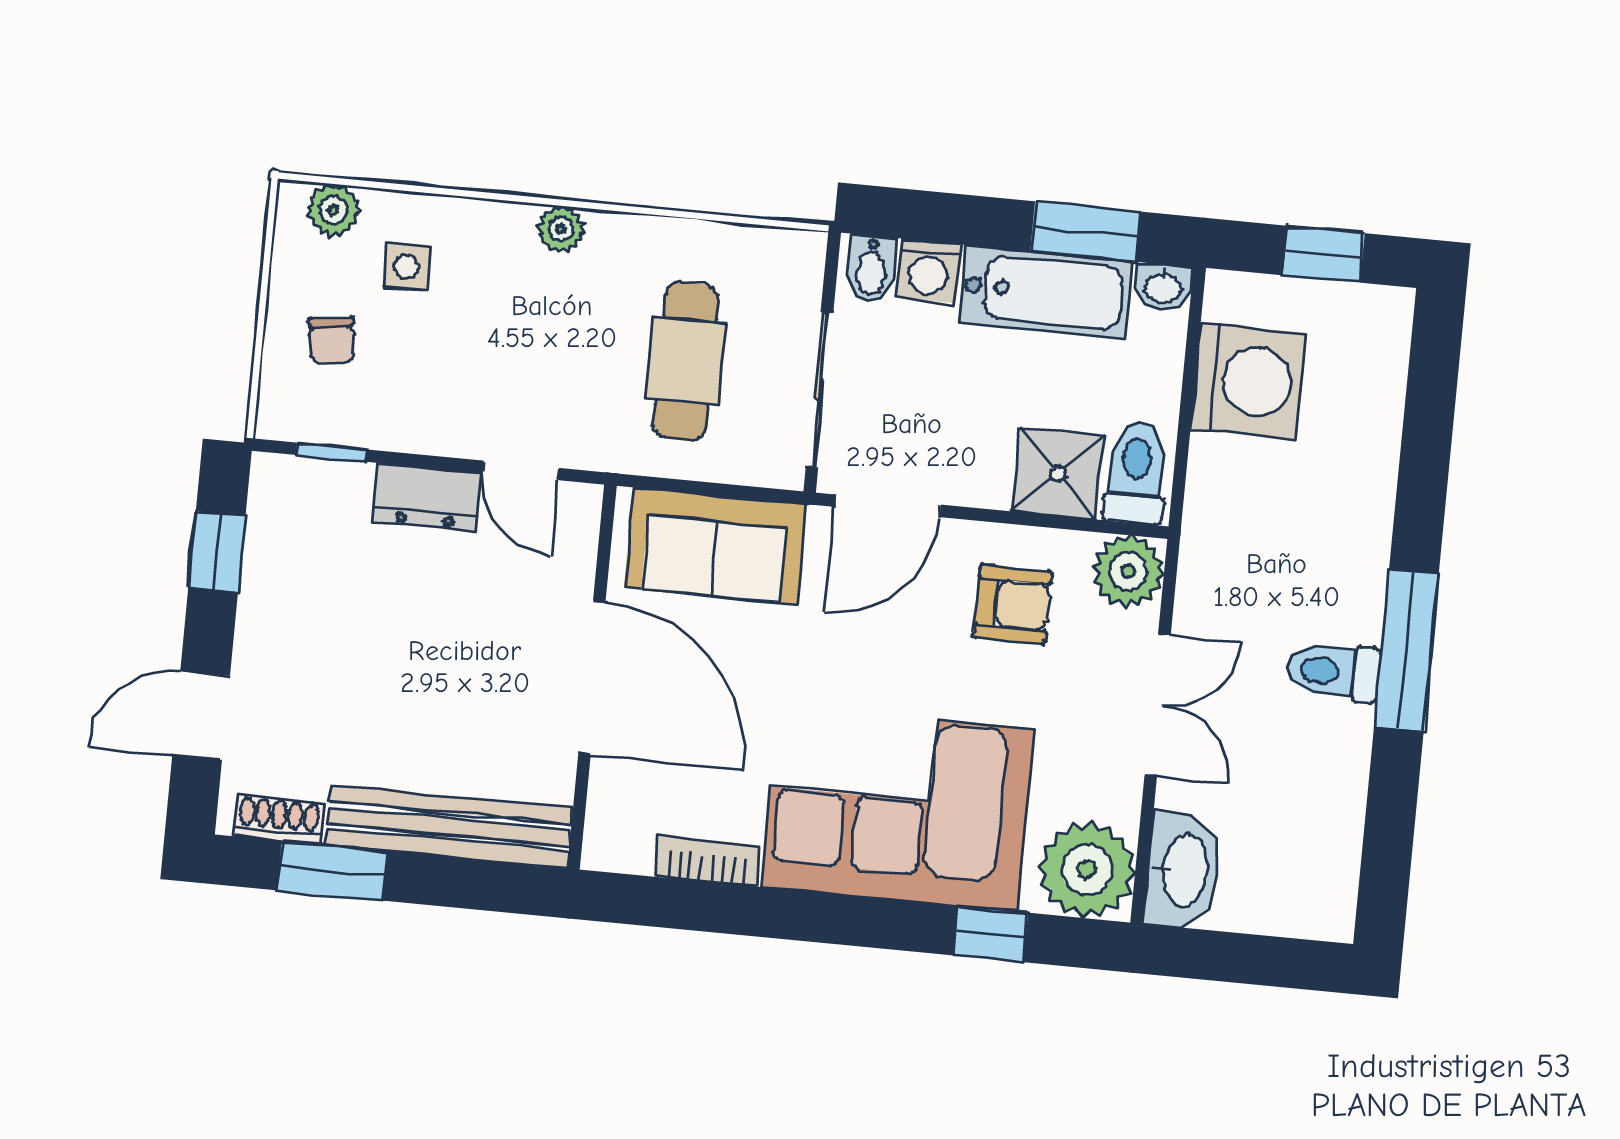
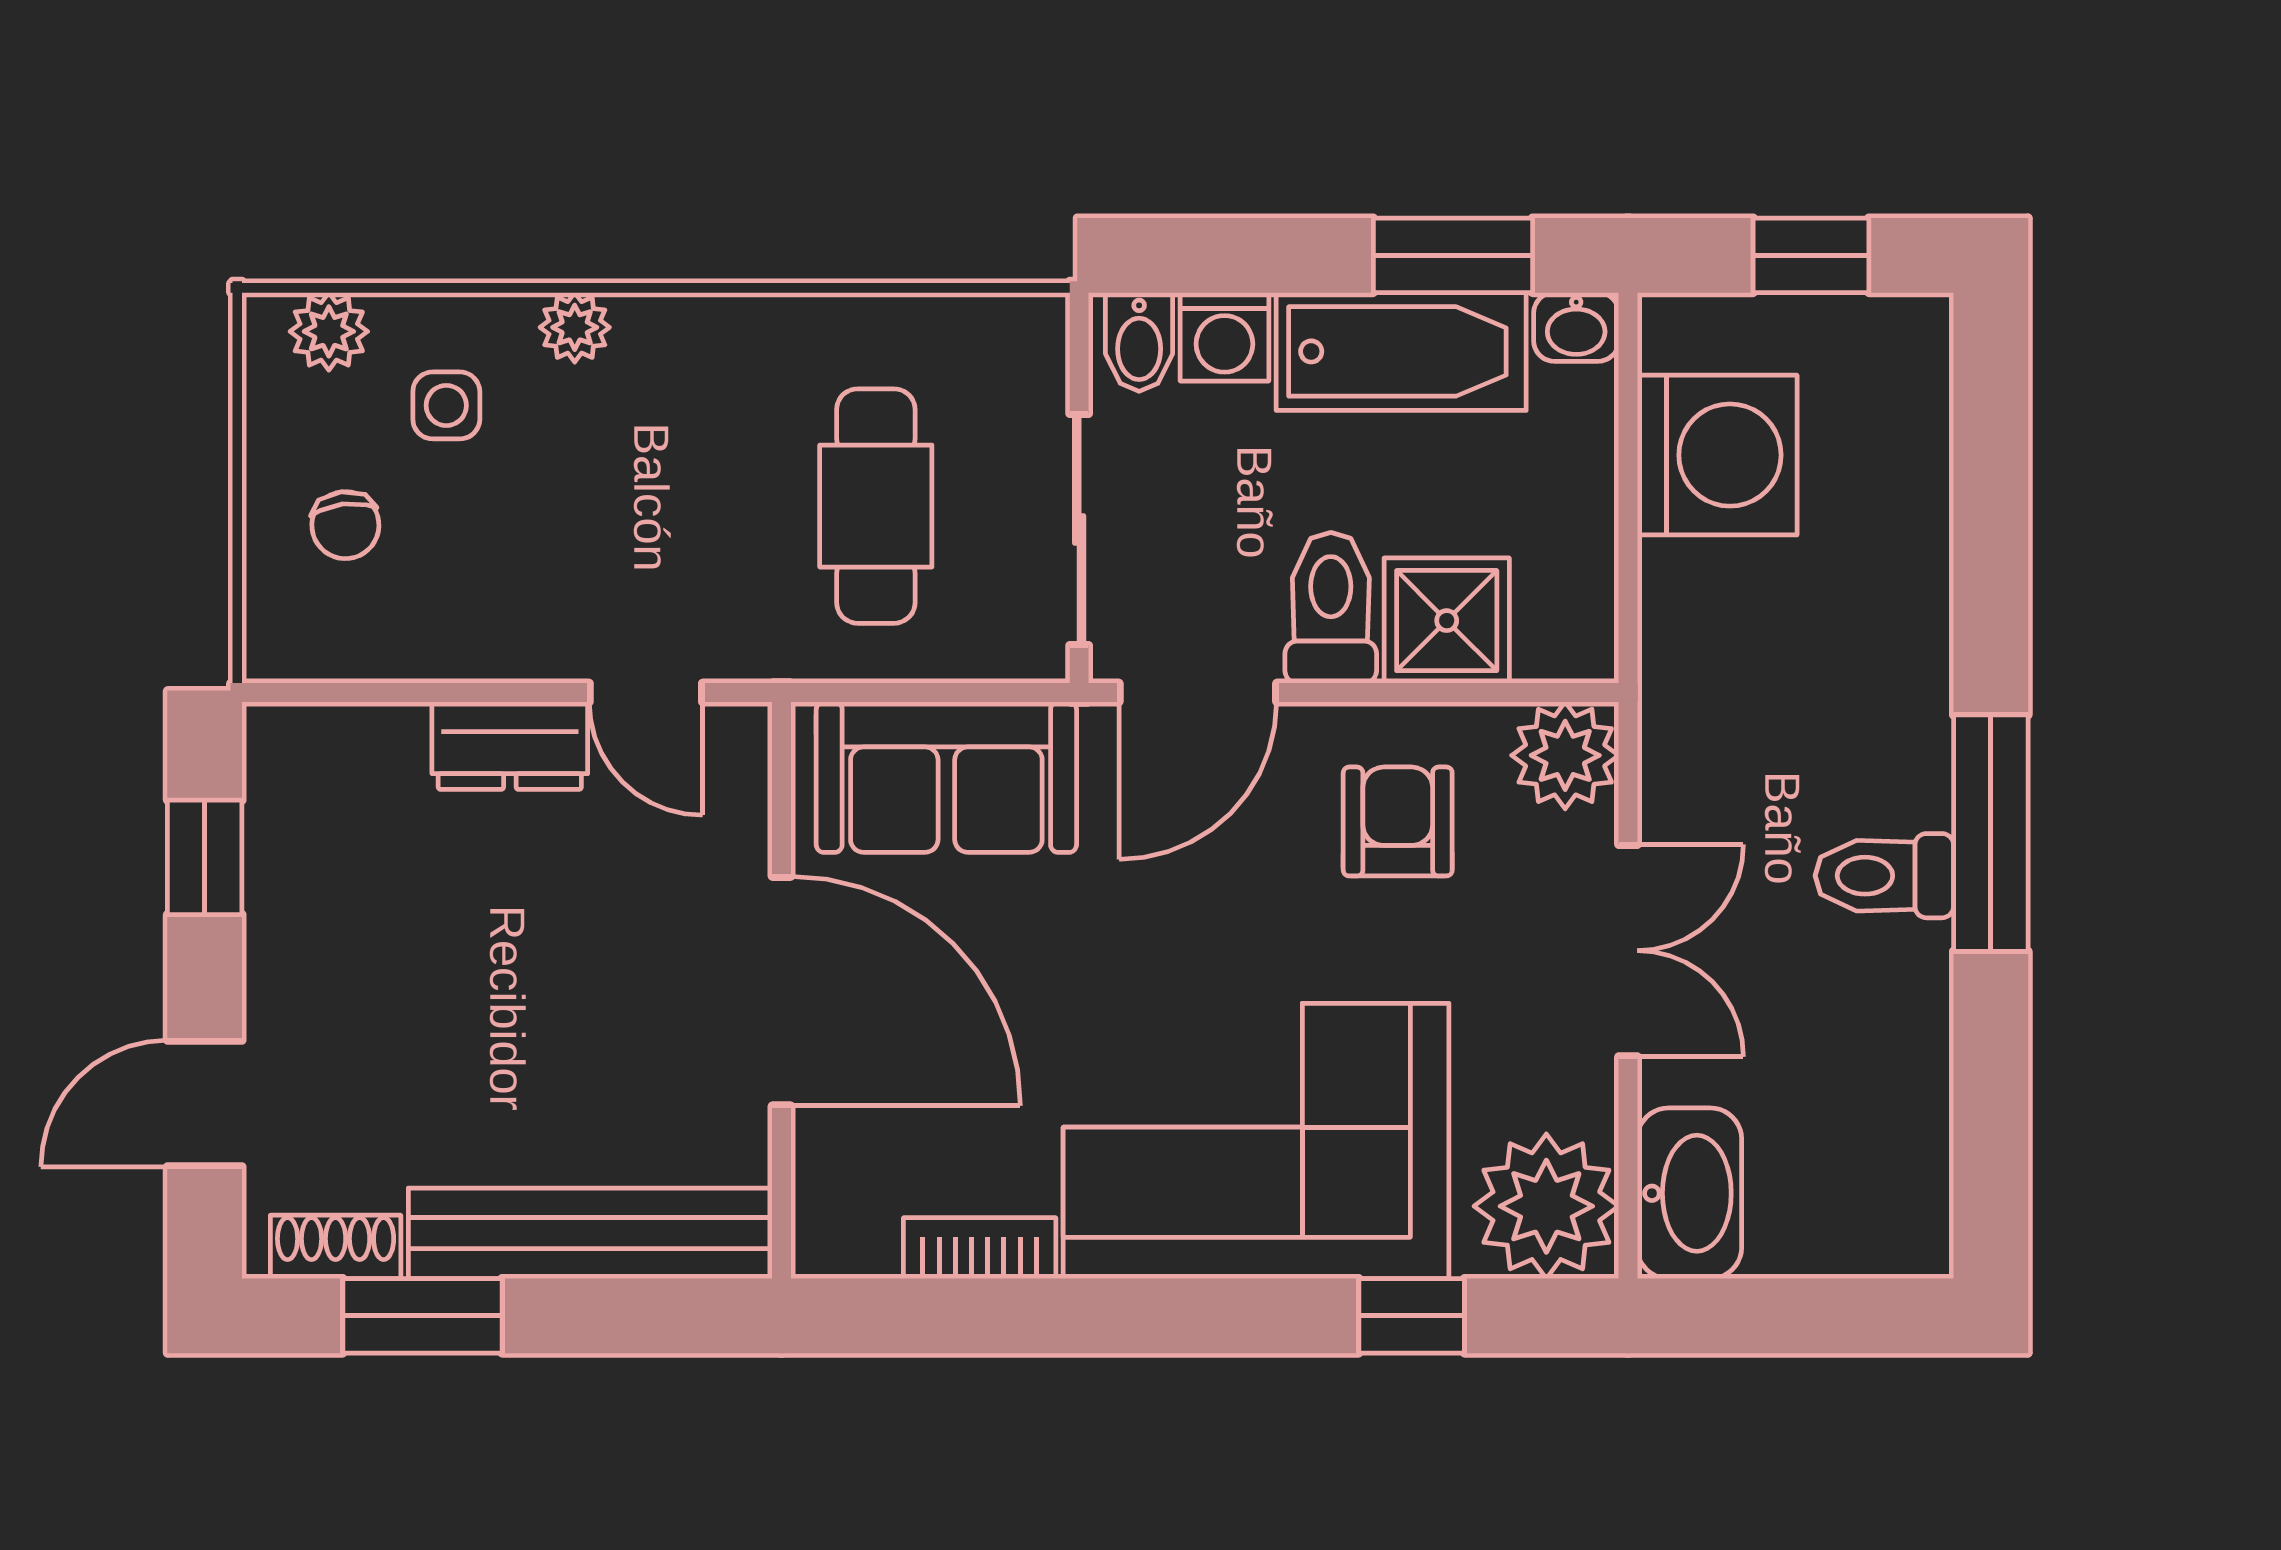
plant: (561, 229) -> (575, 327), moved
window: (331, 452) -> (360, 693), removed
toilet: (1136, 473) -> (1331, 608), moved
armchair: (1013, 604) -> (1398, 821), turned -90

